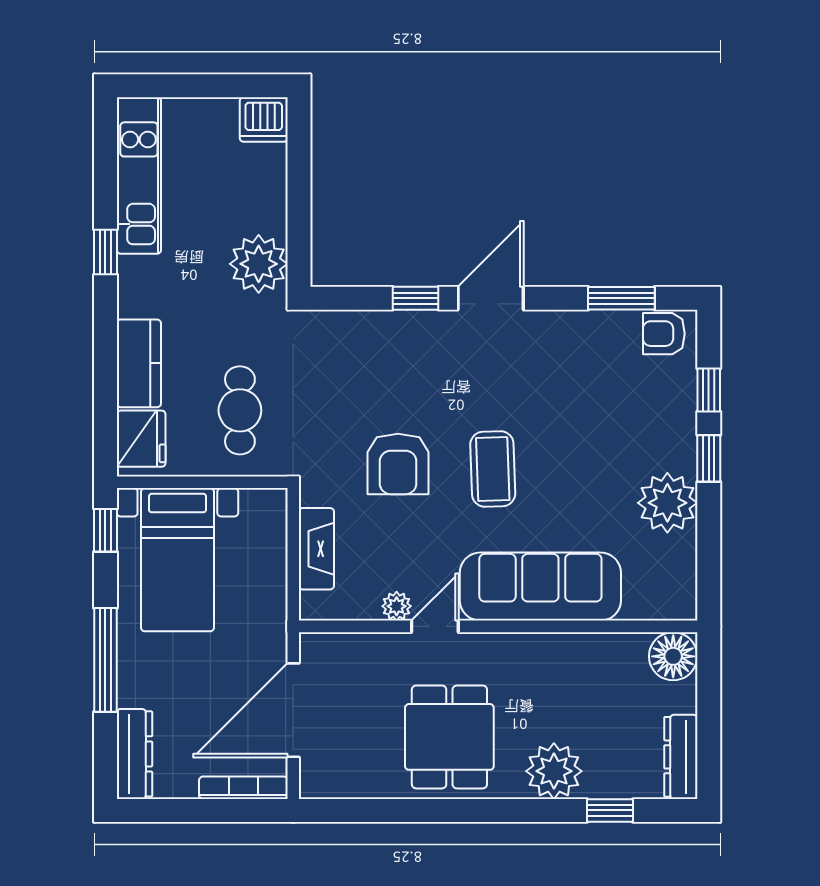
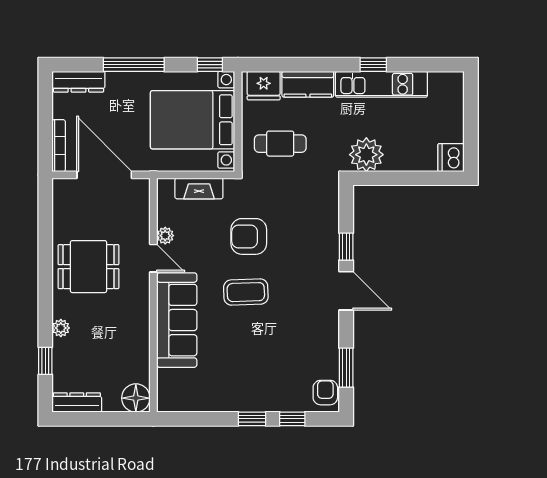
kitchen unit: (139, 175) -> (381, 84), moved
plant: (667, 503) -> (226, 395), removed
bed with nightstands: (177, 560) -> (193, 120), width x1.36
plant: (554, 771) -> (61, 328), width x0.53, depth x0.53

